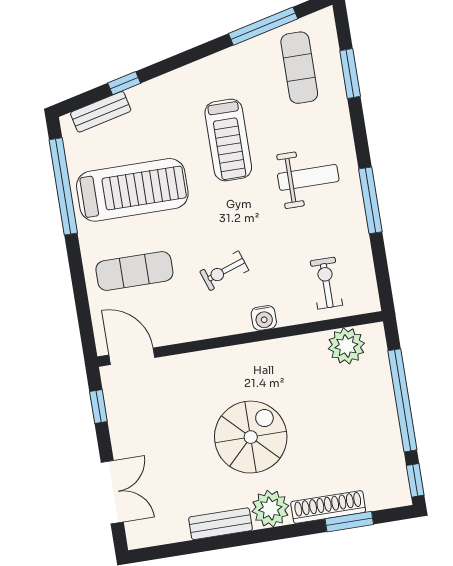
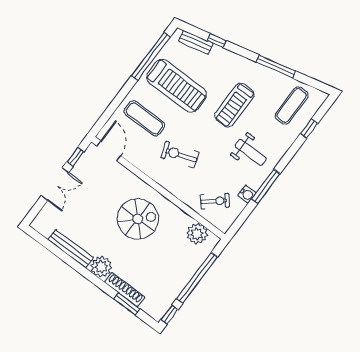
window: (263, 26) -> (276, 66), moved
window: (350, 73) -> (309, 128), width x0.67
exercise bike: (224, 271) -> (180, 155), width x1.38, depth x1.39
exercise bike: (326, 283) -> (215, 201), turned 50
water cooler: (264, 318) -> (247, 194), moved, turned -90
spiral stairs: (251, 437) -> (138, 219), moved
double door: (112, 492) -> (55, 184), moved
bench: (221, 524) -> (71, 249), width x1.36

